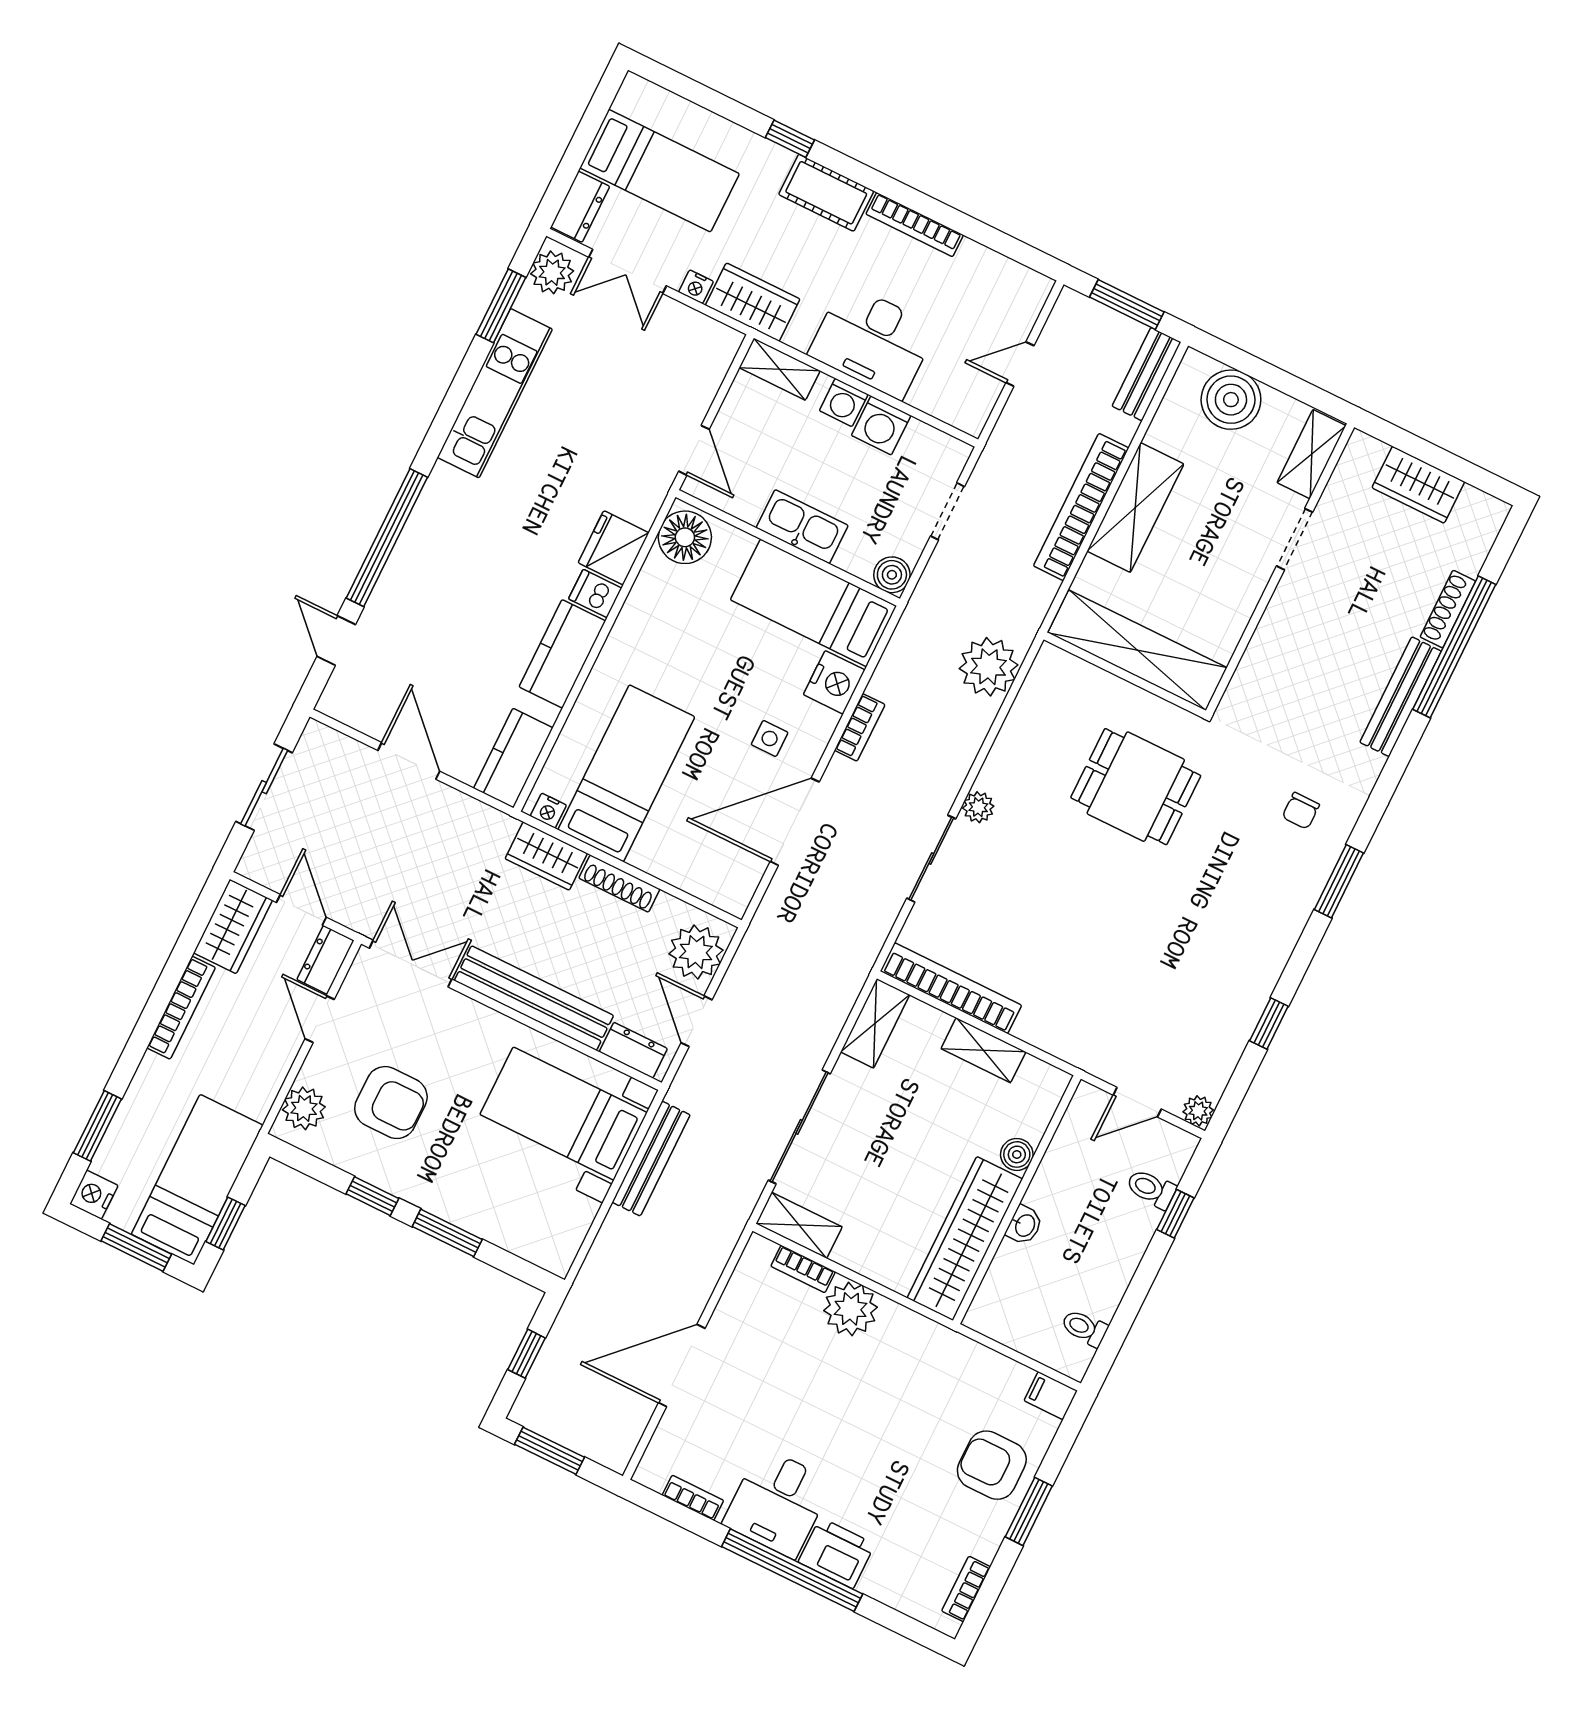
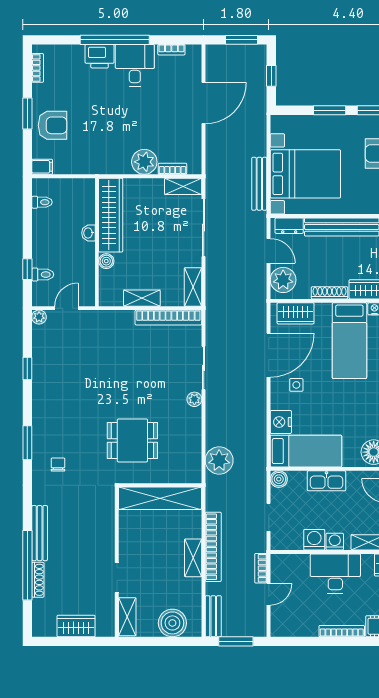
shelving: (1135, 508) -> (193, 558), width x0.67, depth x0.75
bookcase: (860, 727) -> (261, 568), moved
wardrobe: (704, 876) -> (296, 313), added
bed with nightstands: (563, 1114) -> (305, 174), width x1.36

